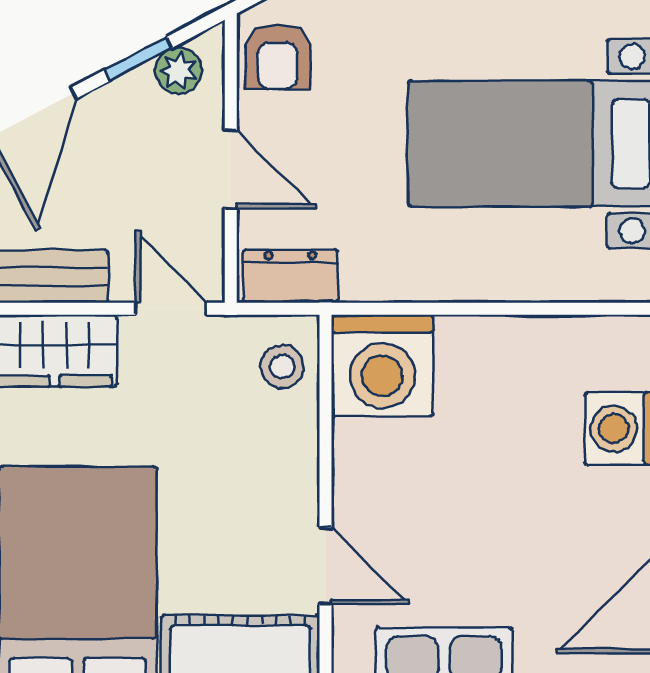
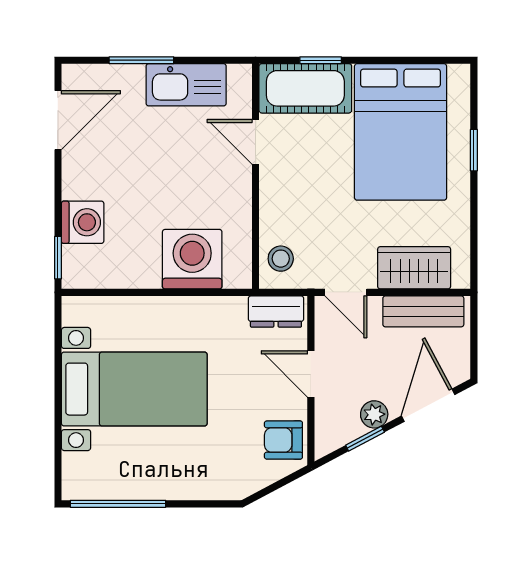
armchair: (278, 56) -> (283, 440), turned -90
plant: (179, 71) -> (374, 414), moved
washing machine: (382, 365) -> (192, 259), moved

